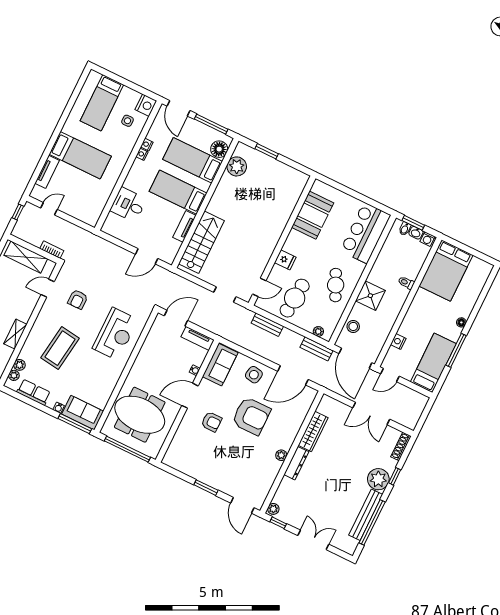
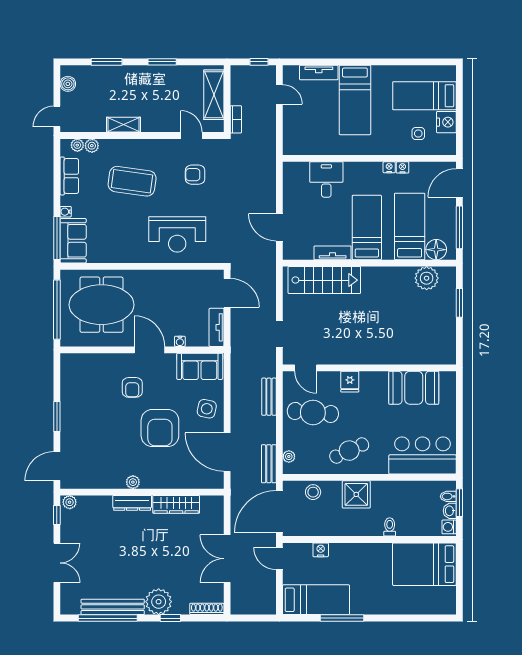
nightstand: (146, 105) -> (446, 122), moved, turned -90
floor lamp: (461, 322) -> (376, 609), removed
meeting table: (140, 415) -> (101, 305), turned 90

